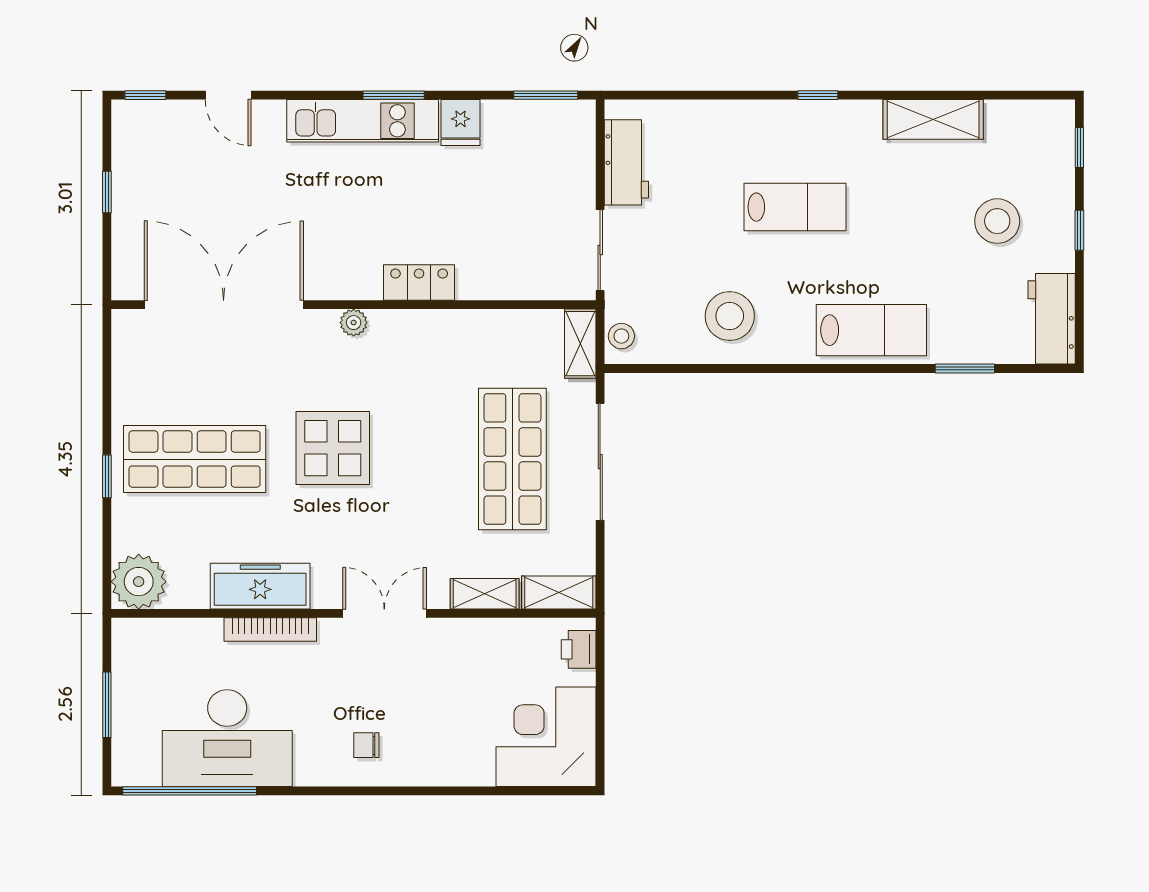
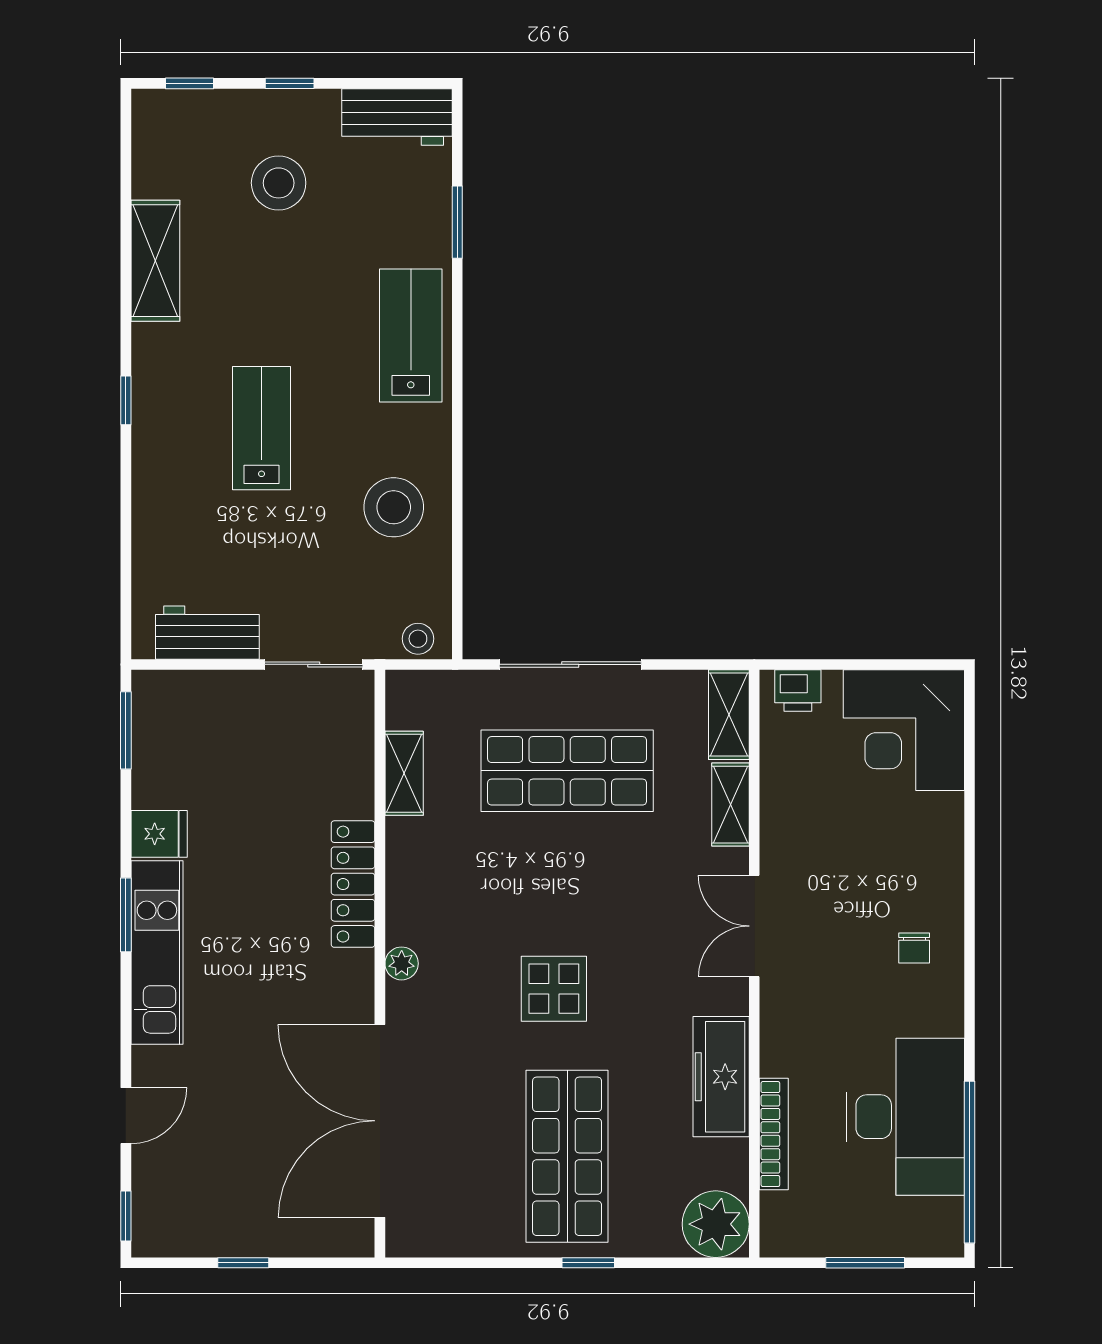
locker: (419, 282) -> (353, 884), width x1.53
shelving: (580, 344) -> (404, 773), moved, turned 90
display table: (333, 448) -> (554, 989), width x0.73, depth x0.73
bookcase: (270, 629) -> (774, 1134), moved

